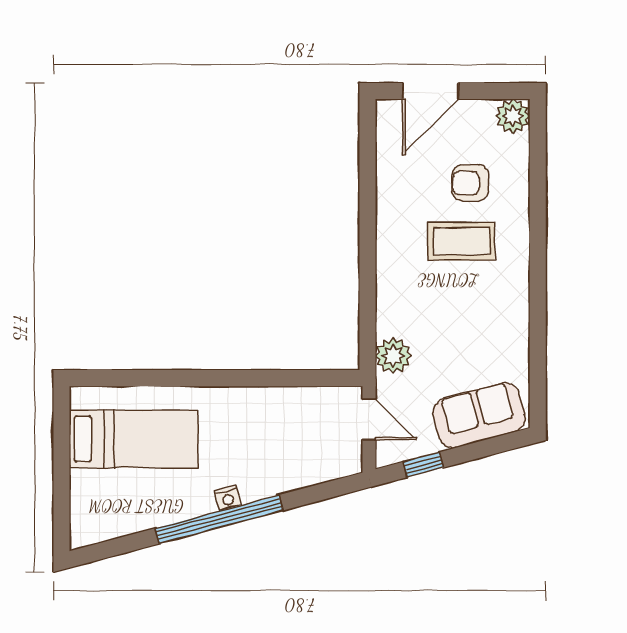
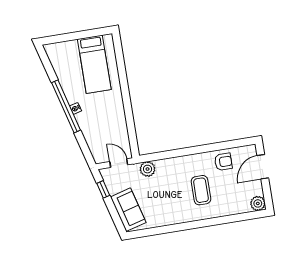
door: (431, 91) -> (263, 167), hinge flipped
armchair: (470, 183) -> (223, 162), moved, turned 90
door: (369, 419) -> (119, 163), swing flipped

